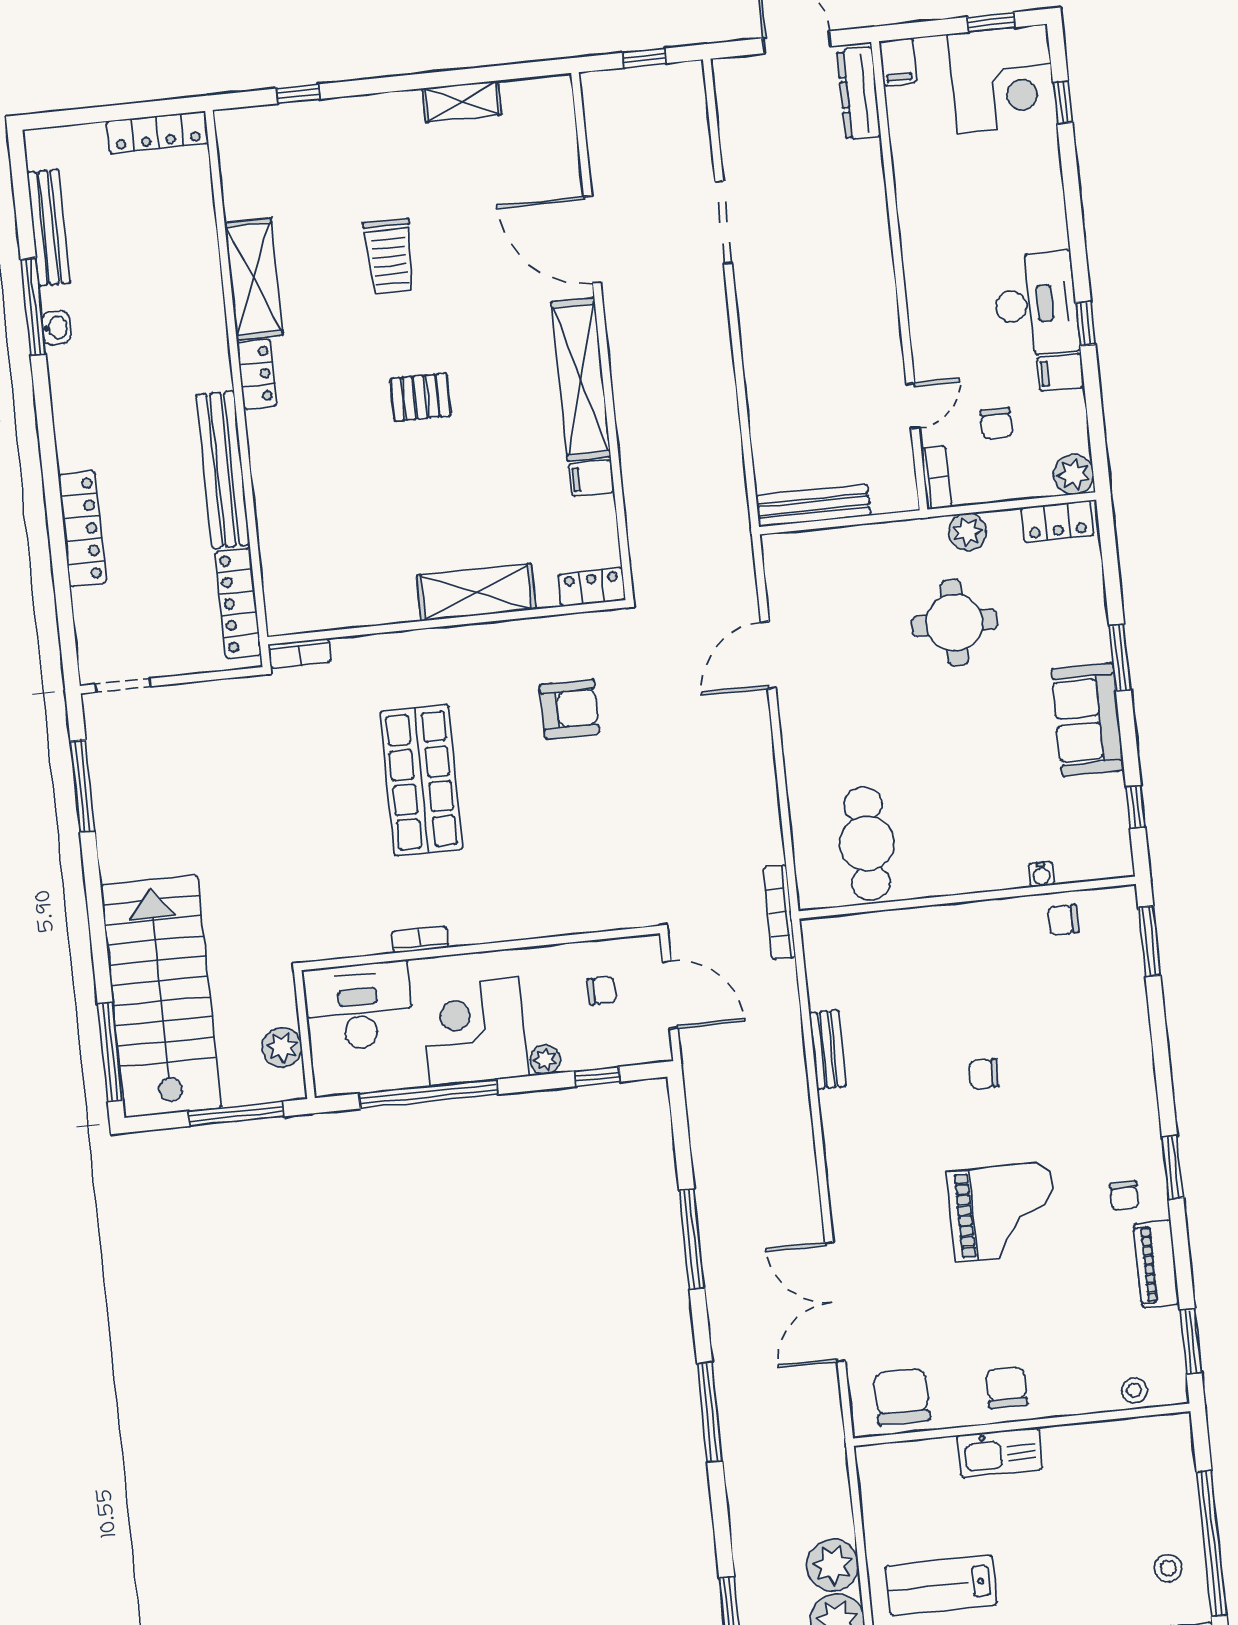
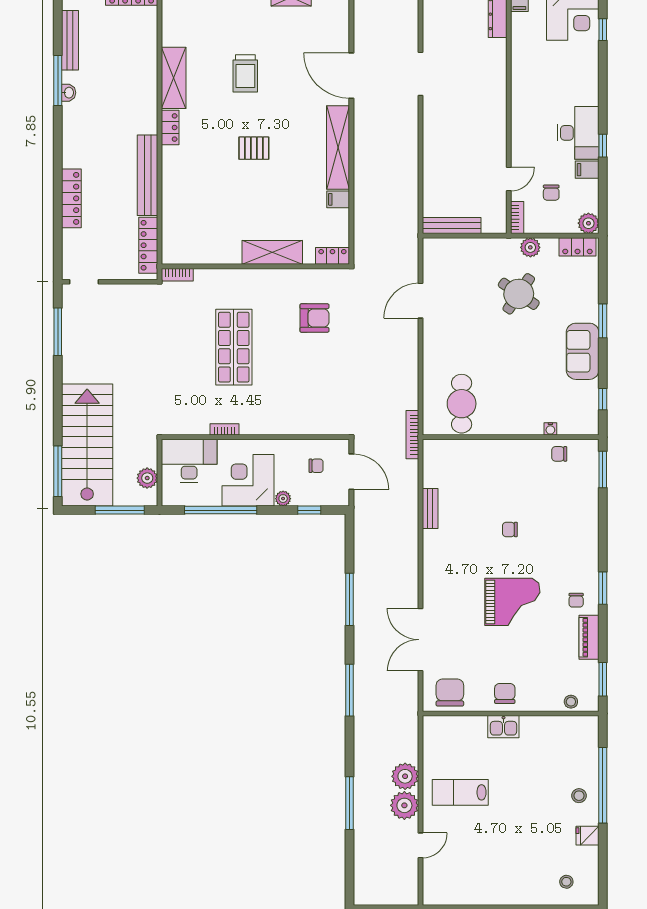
round table: (954, 623) -> (519, 294), turned 34
kitchen sink: (1000, 1452) -> (503, 727), width x0.73

